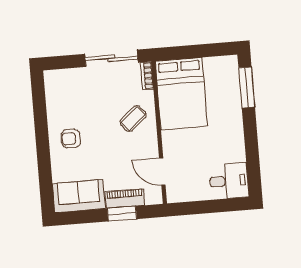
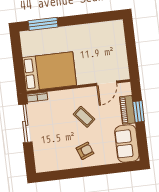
coffee table: (133, 119) -> (84, 117), moved
armchair: (71, 138) -> (85, 151), turned -111
desk: (229, 181) -> (112, 34), removed

